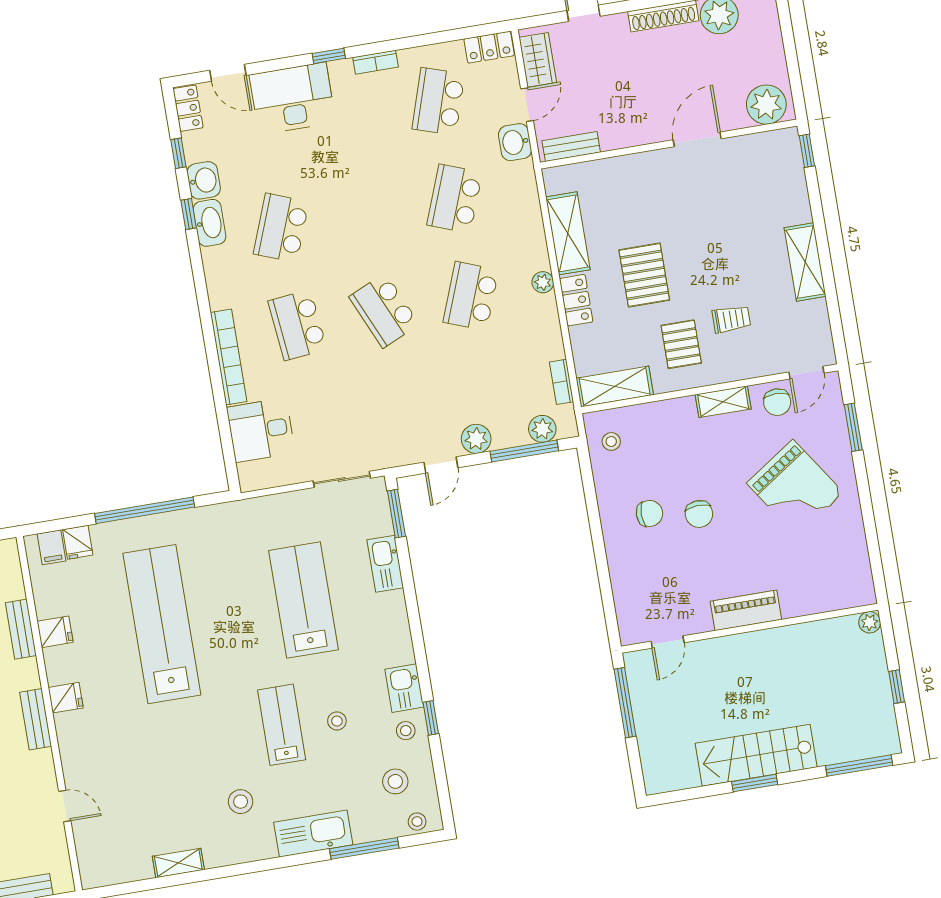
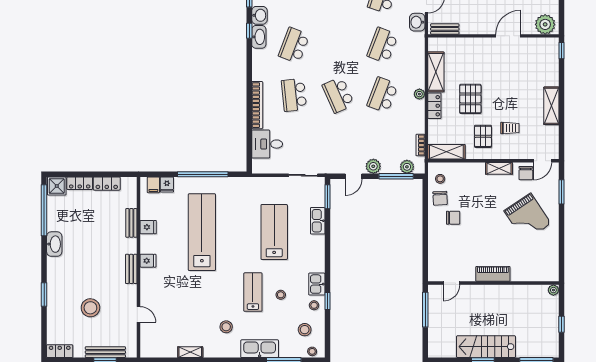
chair: (699, 514) -> (440, 198), moved

